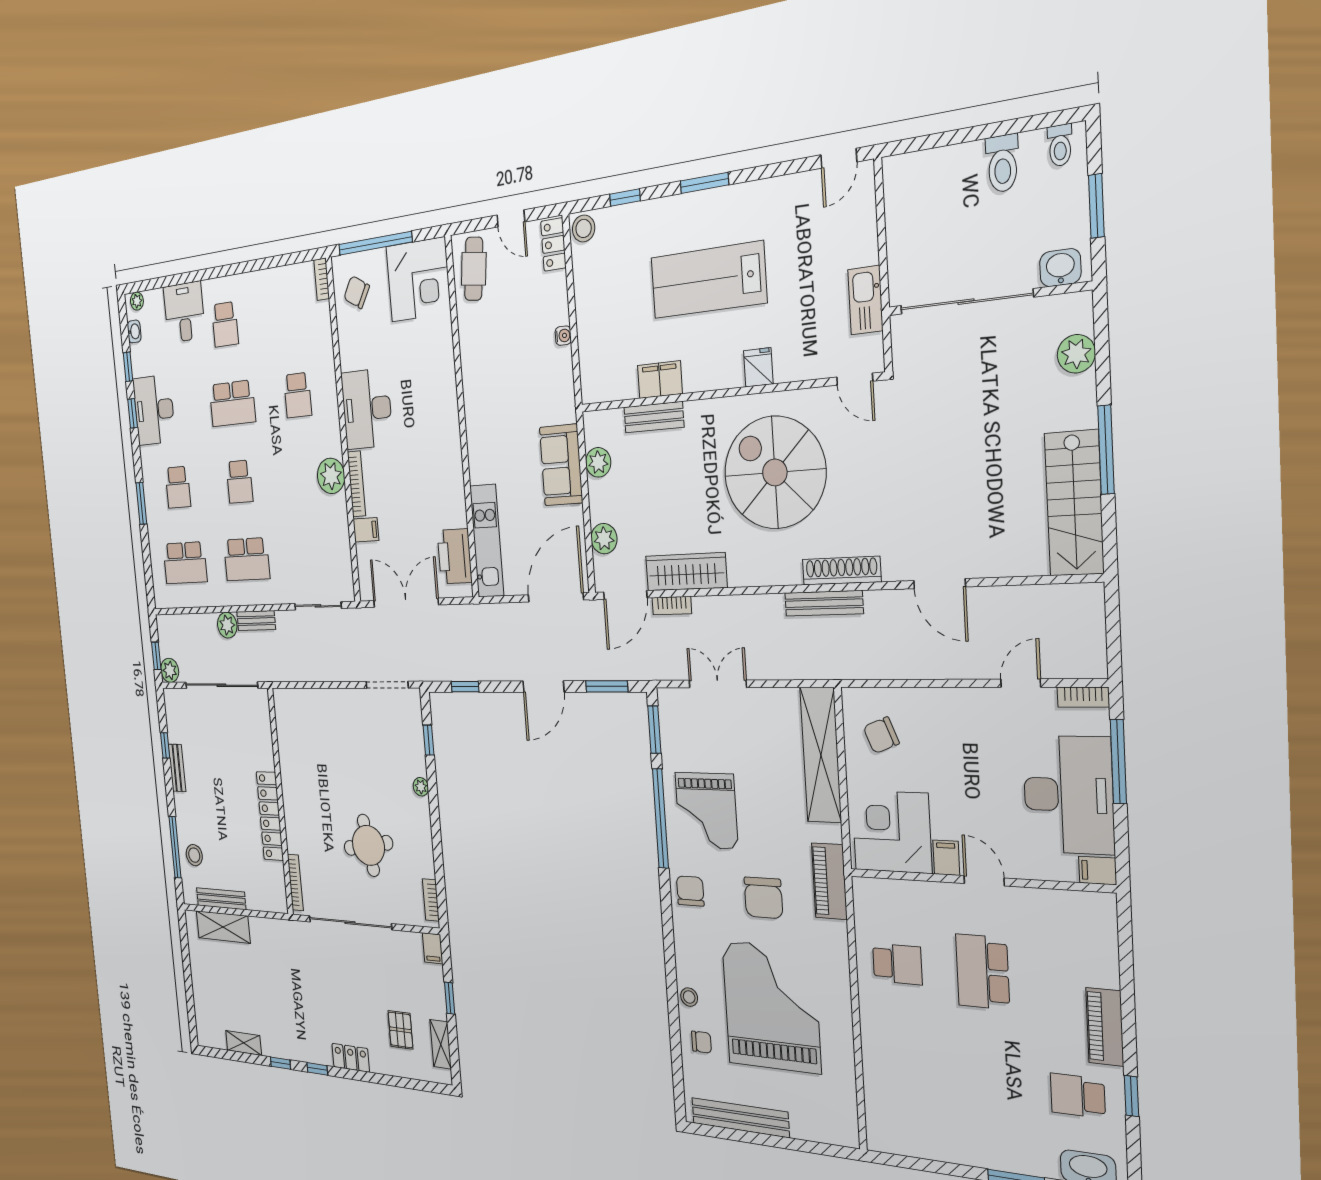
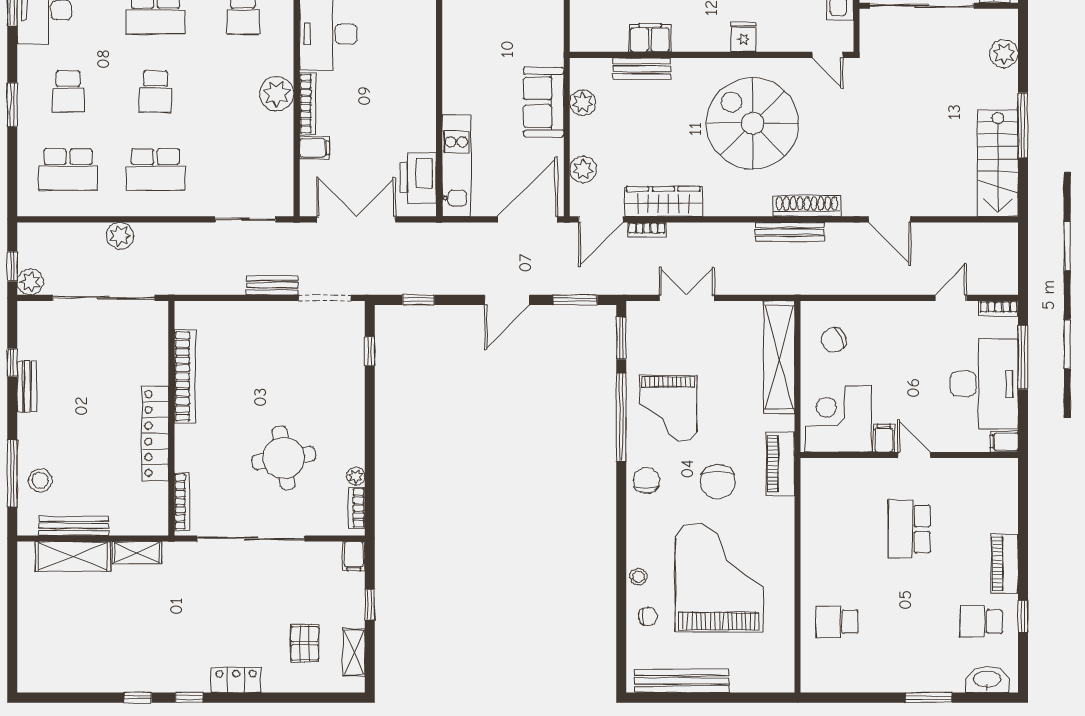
bench: (256, 621) -> (272, 285), moved
bookcase: (287, 762) -> (185, 376), added
plant: (421, 787) -> (356, 476), moved
school desk: (897, 964) -> (837, 622), moved, turned 180
shelving: (244, 1043) -> (137, 553), moved

